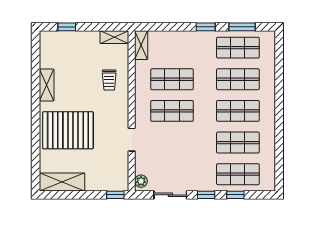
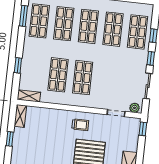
window: (67, 27) -> (10, 139), moved
window: (206, 27) -> (18, 65), moved
trolley: (109, 80) -> (80, 125), moved
doorway: (132, 140) -> (116, 113), moved

